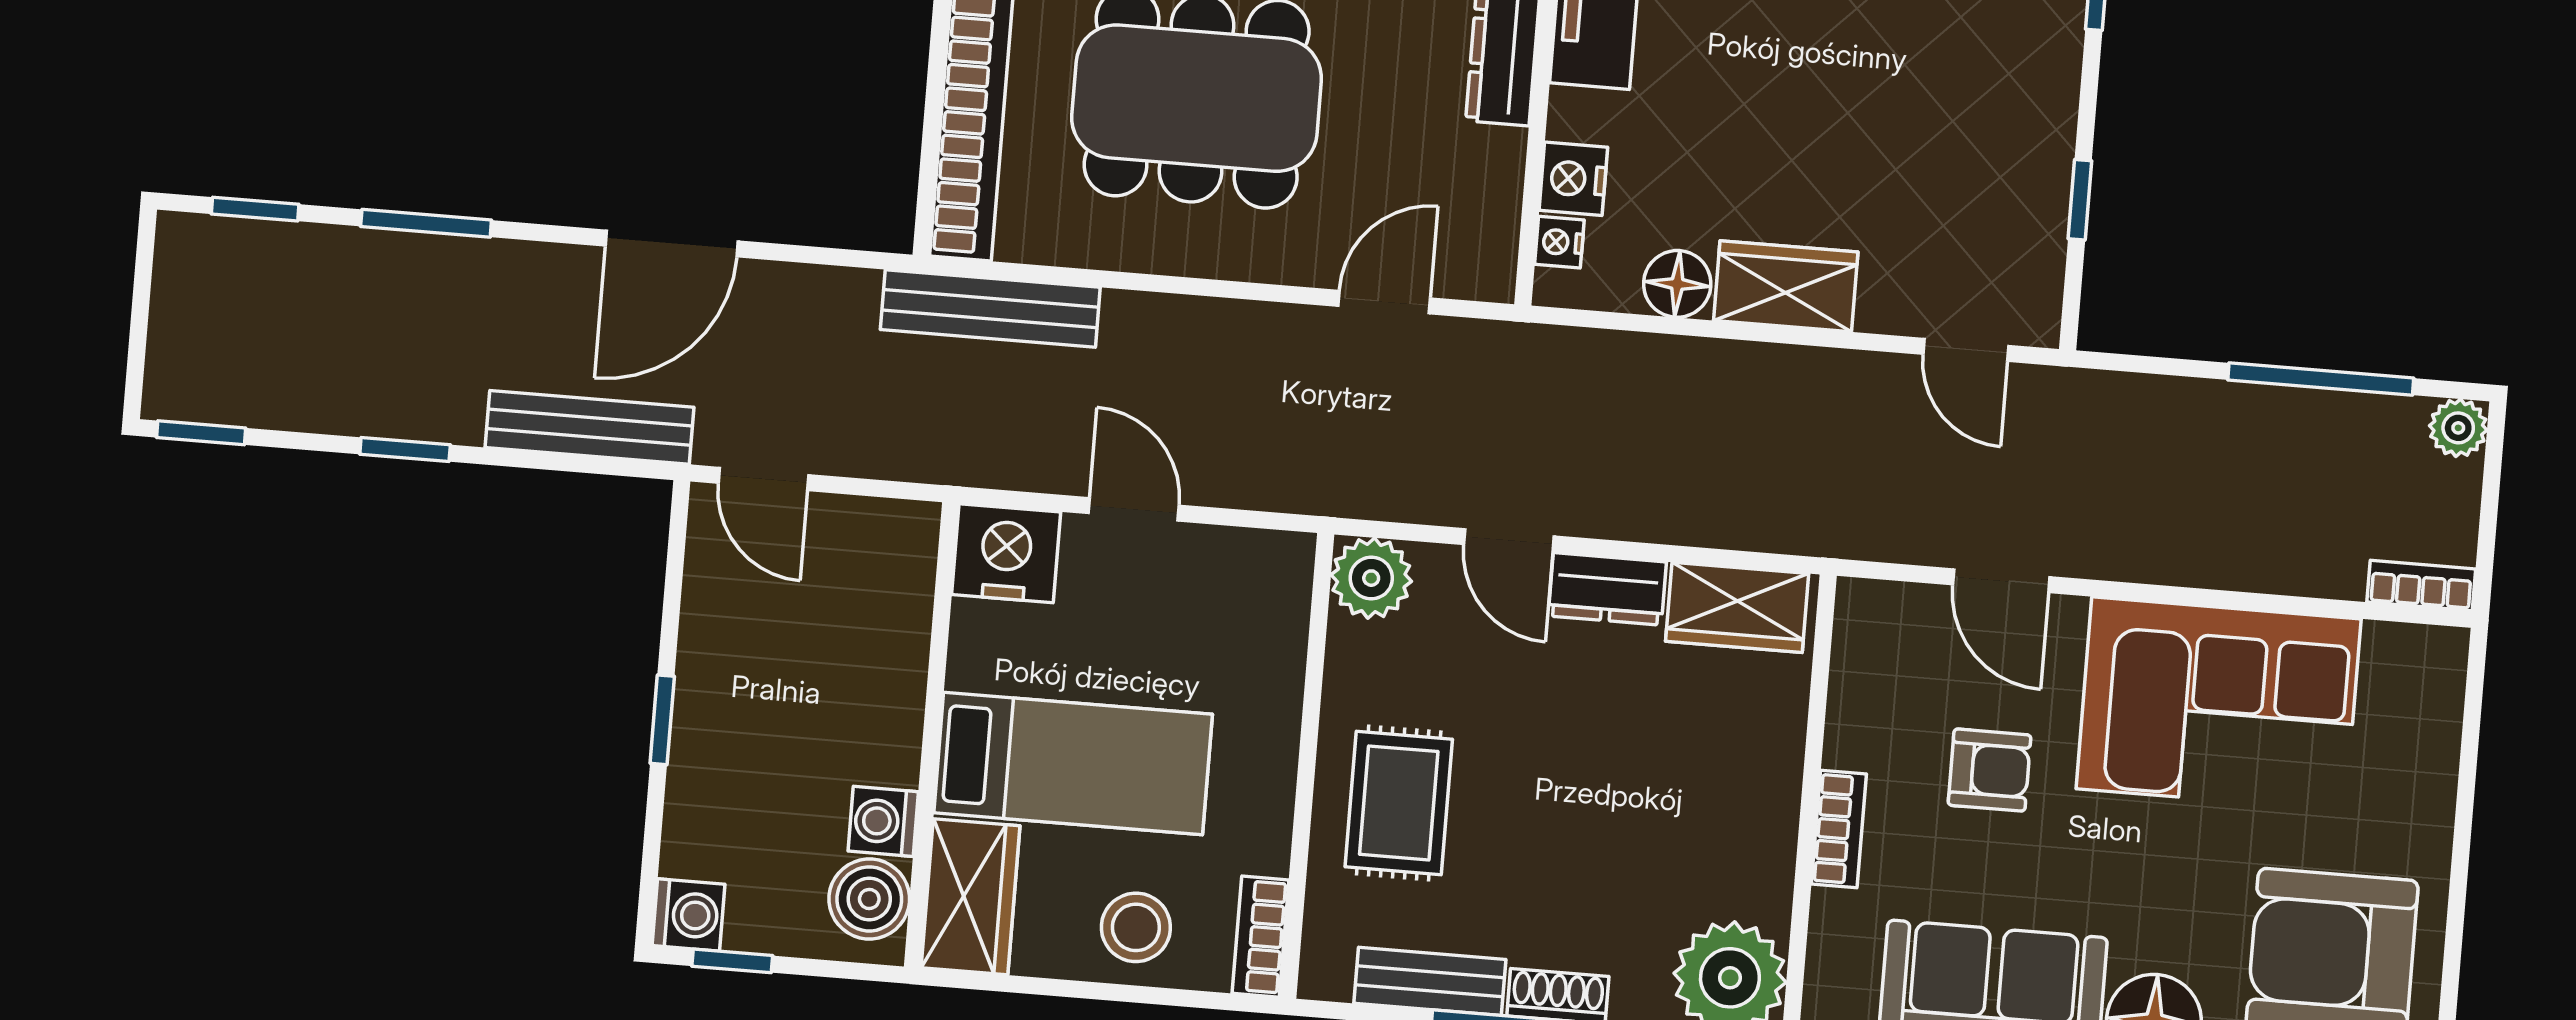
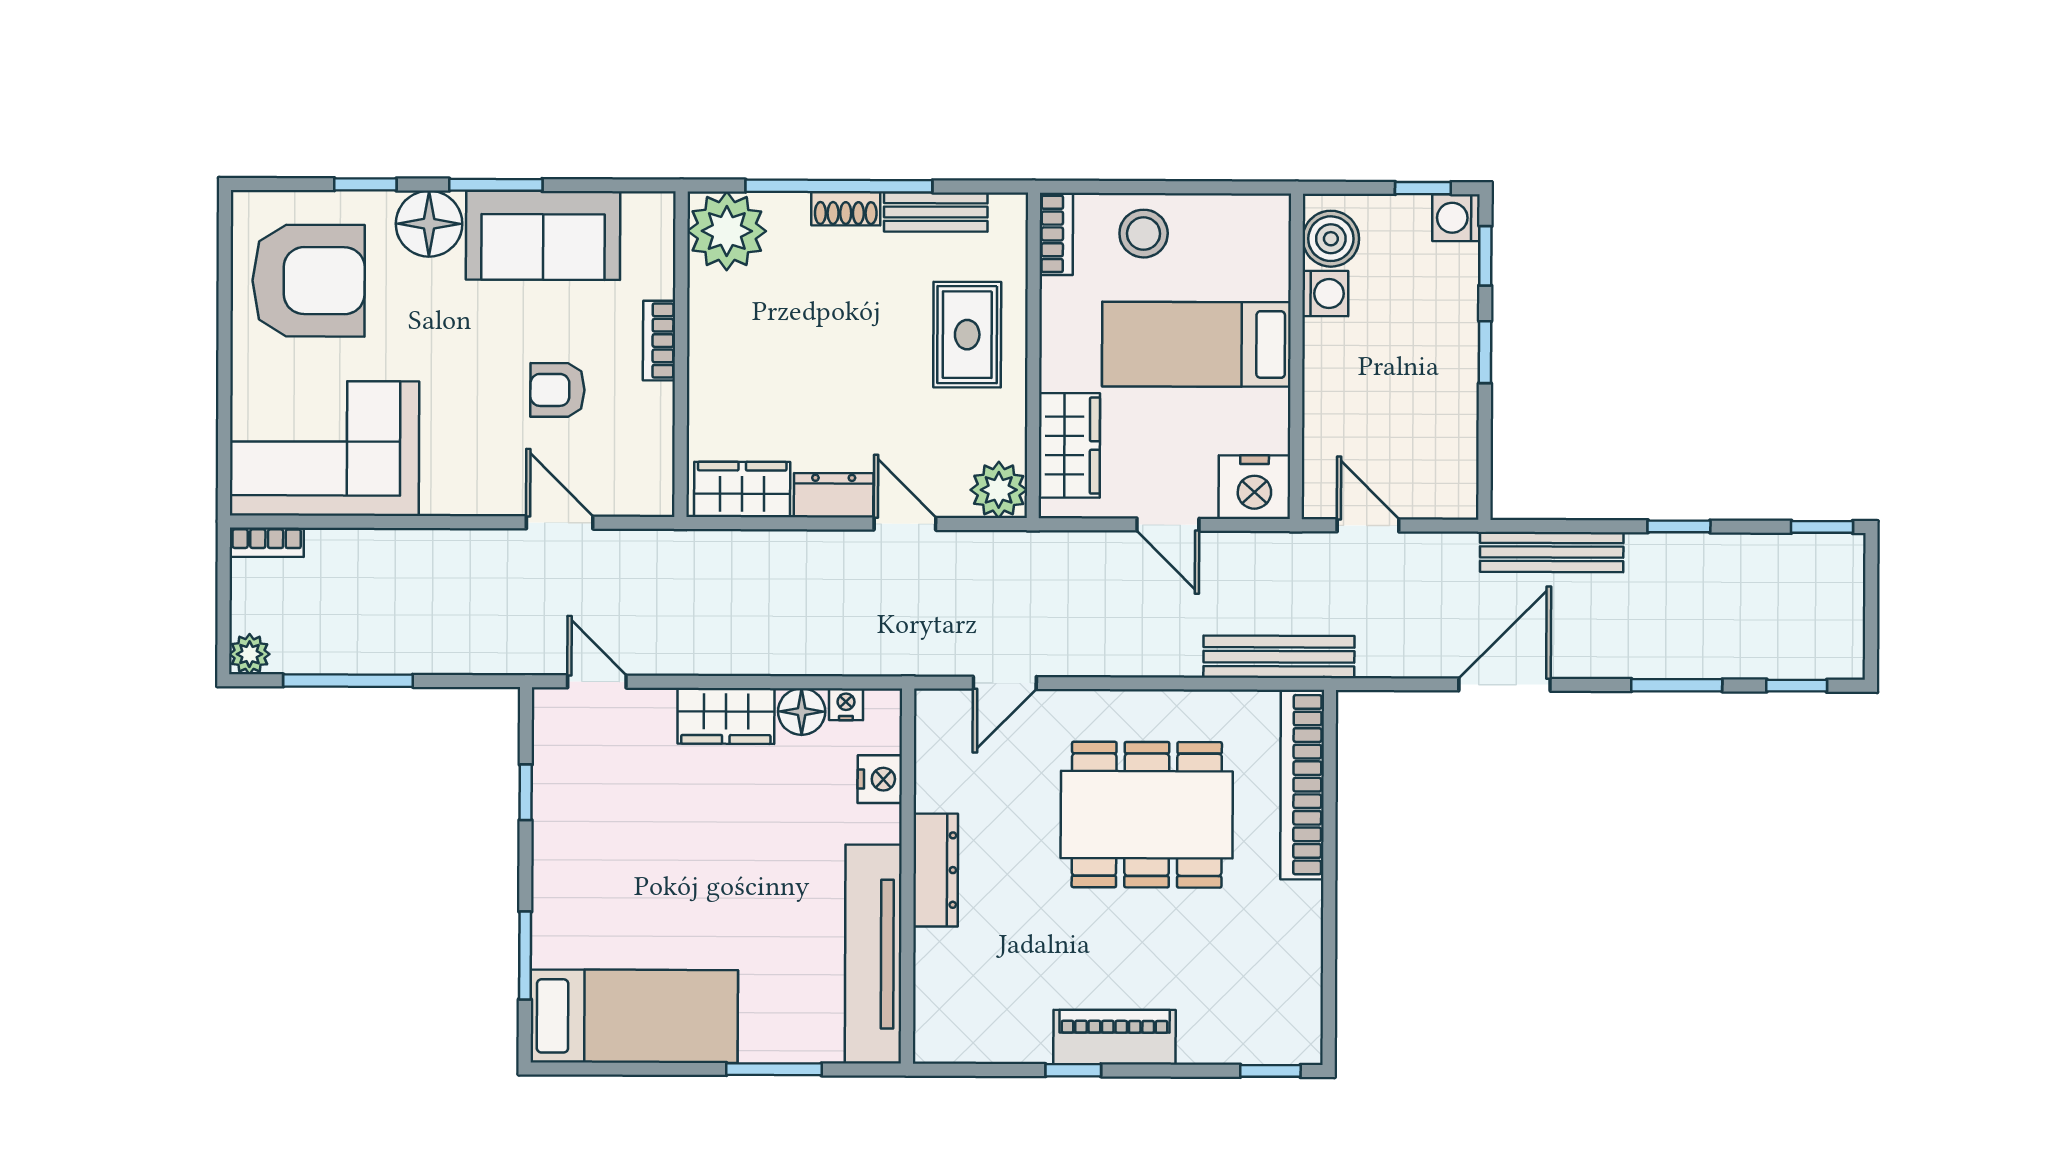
nightstand: (1559, 242) -> (846, 704), moved, turned -90
door: (763, 479) -> (1368, 525), moved
corner sofa: (2219, 704) -> (324, 448), moved
window: (651, 857) -> (1485, 256), added
wardrobe: (970, 897) -> (1069, 445), moved, turned 180

